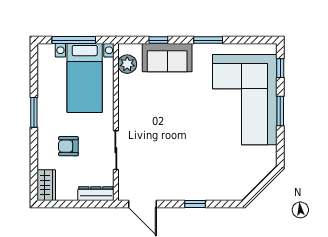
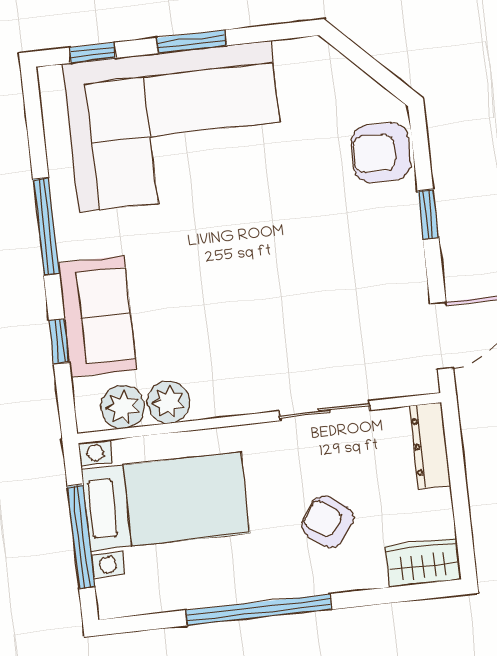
window: (208, 40) -> (46, 226), width x1.44
plant: (127, 84) -> (169, 402), added
window: (34, 112) -> (259, 610), width x2.11
armchair: (68, 146) -> (327, 521), turned 125
armchair: (224, 187) -> (381, 153), added

